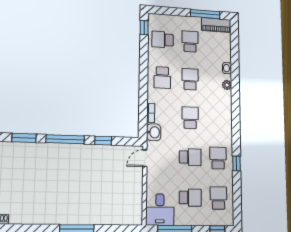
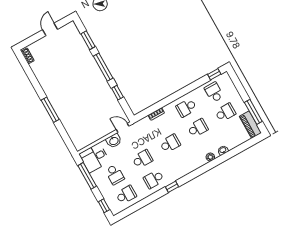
washbasin: (154, 132) -> (114, 141), moved
school desk: (190, 157) -> (142, 159), turned -90
school desk: (218, 158) -> (154, 179), turned 180
window: (237, 164) -> (172, 187), moved

